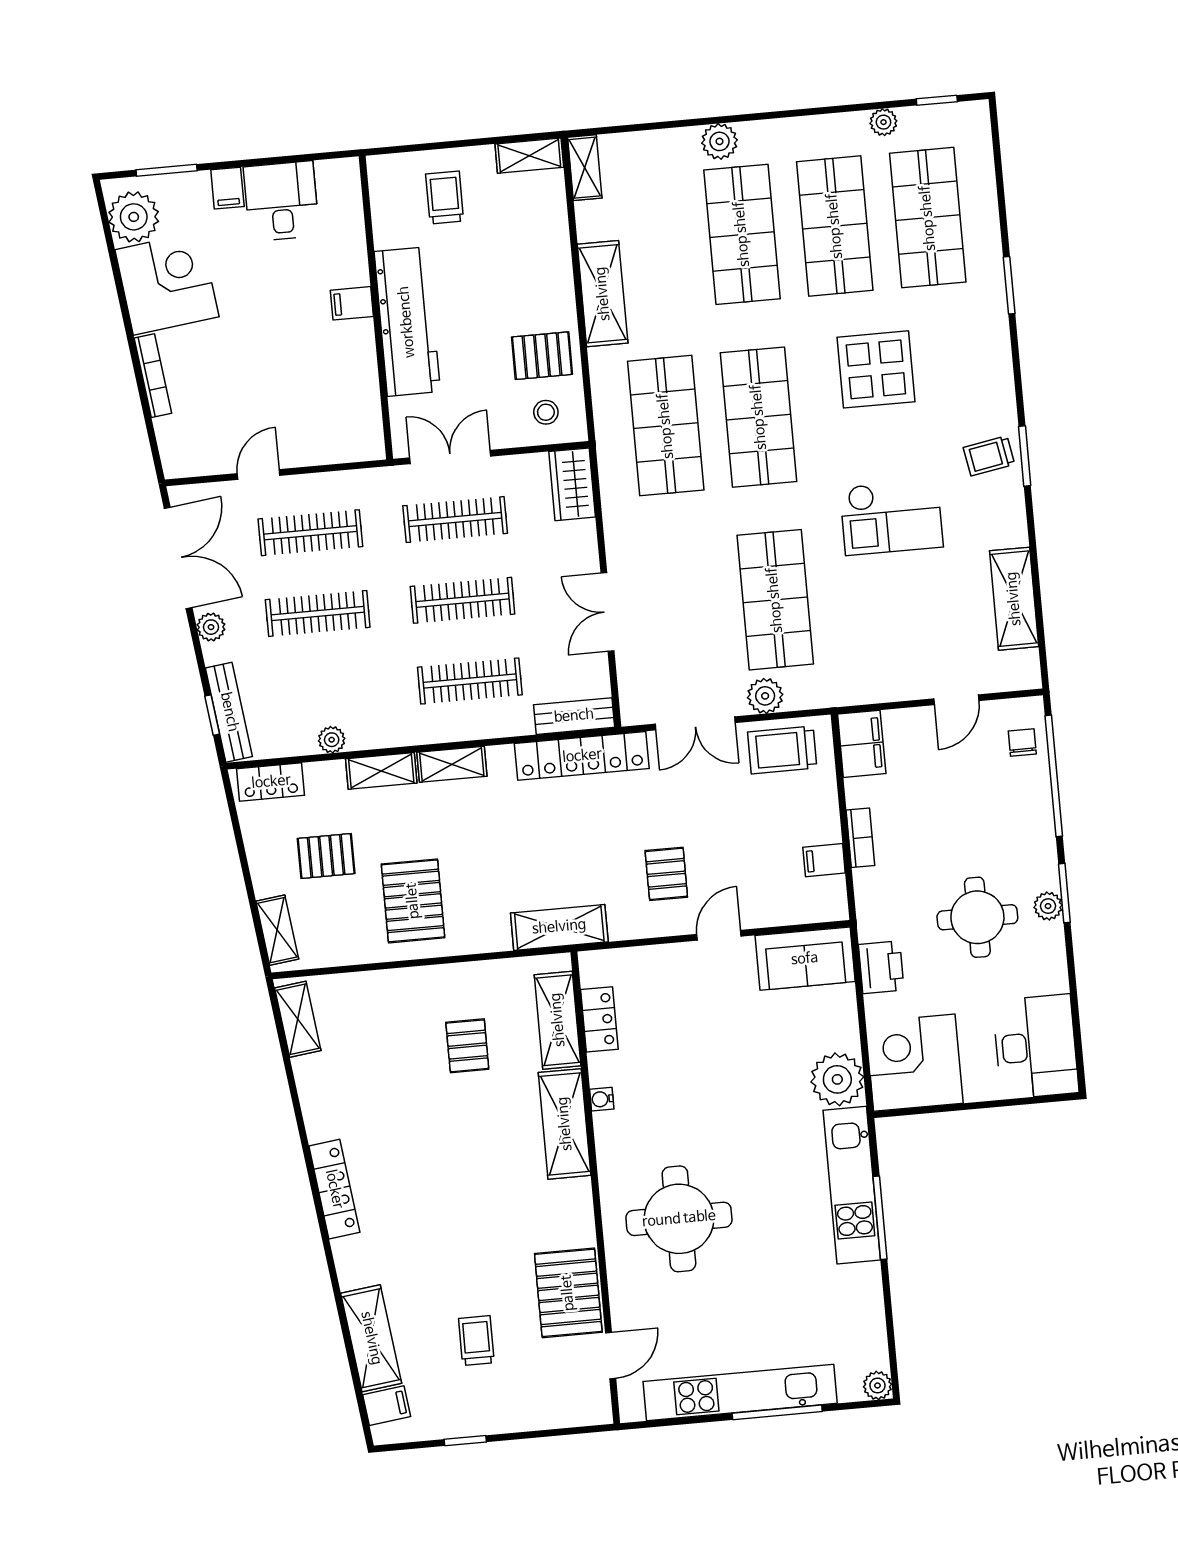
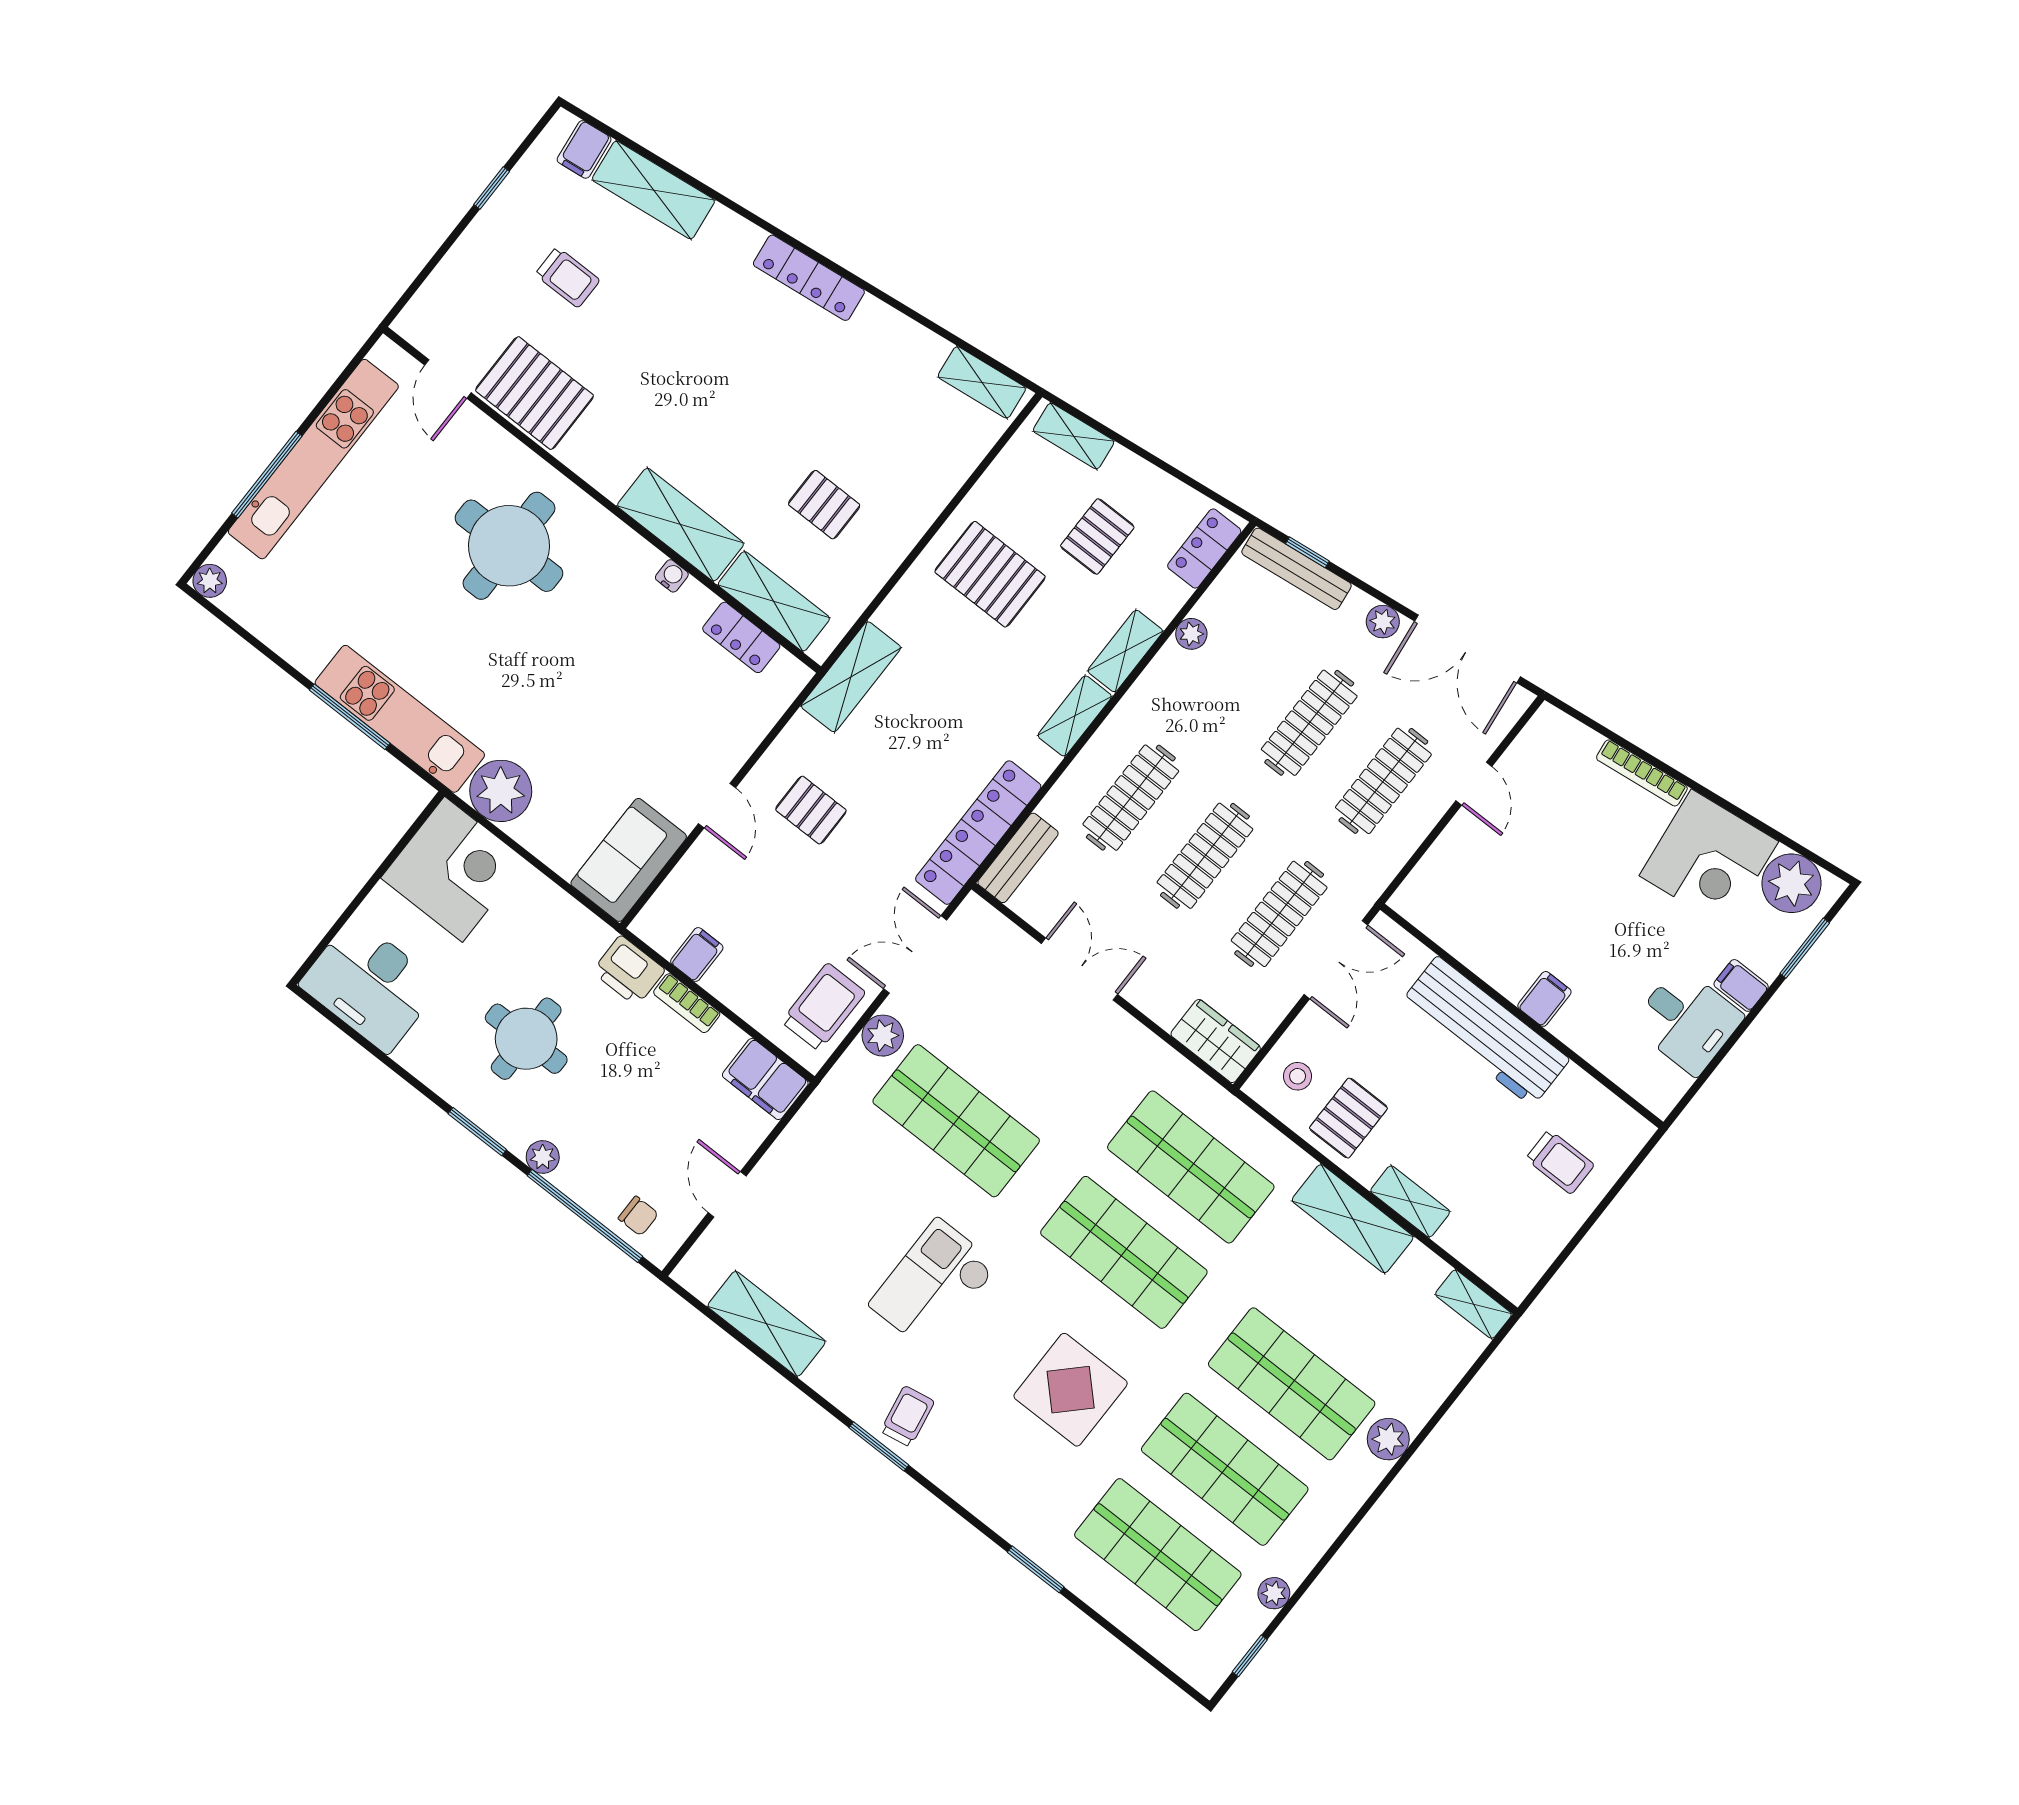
shelving: (529, 156) -> (1410, 1201), moved, turned 90
plant: (1048, 906) -> (543, 1157), moved
printer: (881, 967) -> (629, 971), moved

